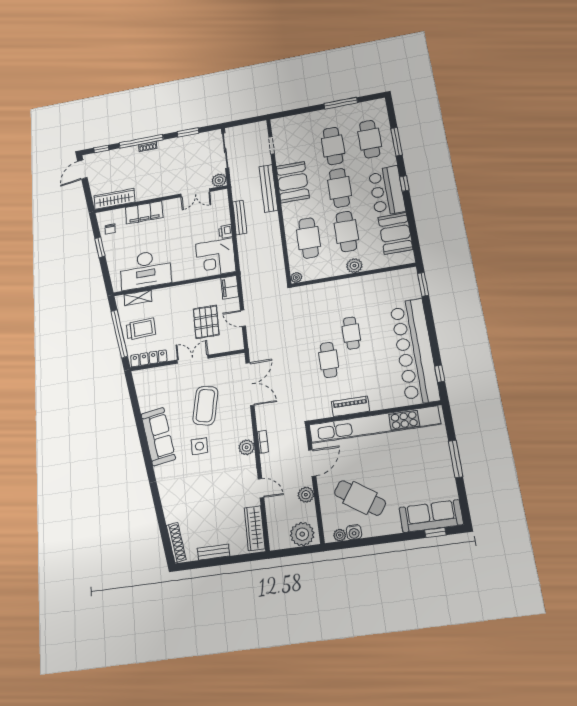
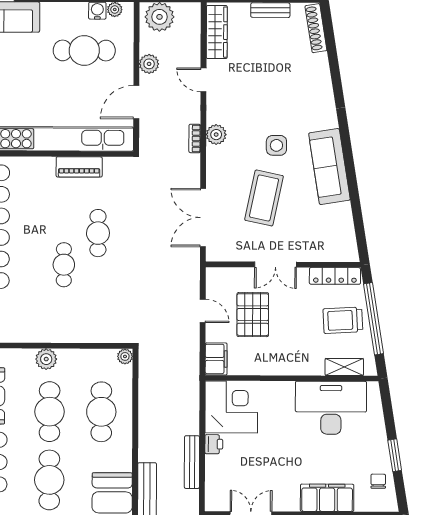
cafe table: (360, 498) -> (84, 50), turned -34

